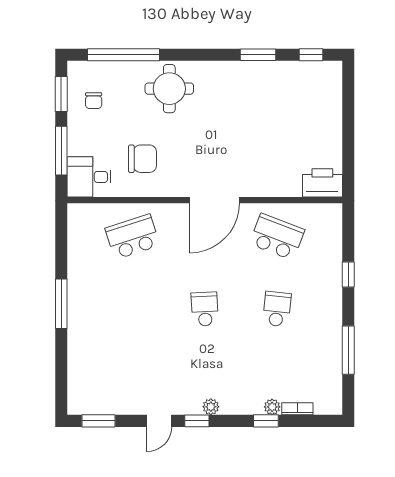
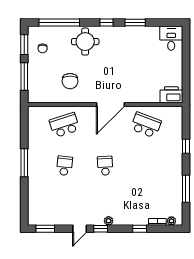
window: (311, 55) -> (106, 22), moved
chair: (142, 159) -> (70, 81), turned 90
desk: (89, 177) -> (171, 38), moved, turned 90
school desk: (277, 309) -> (64, 166), moved
plant: (272, 407) -> (171, 221), moved

